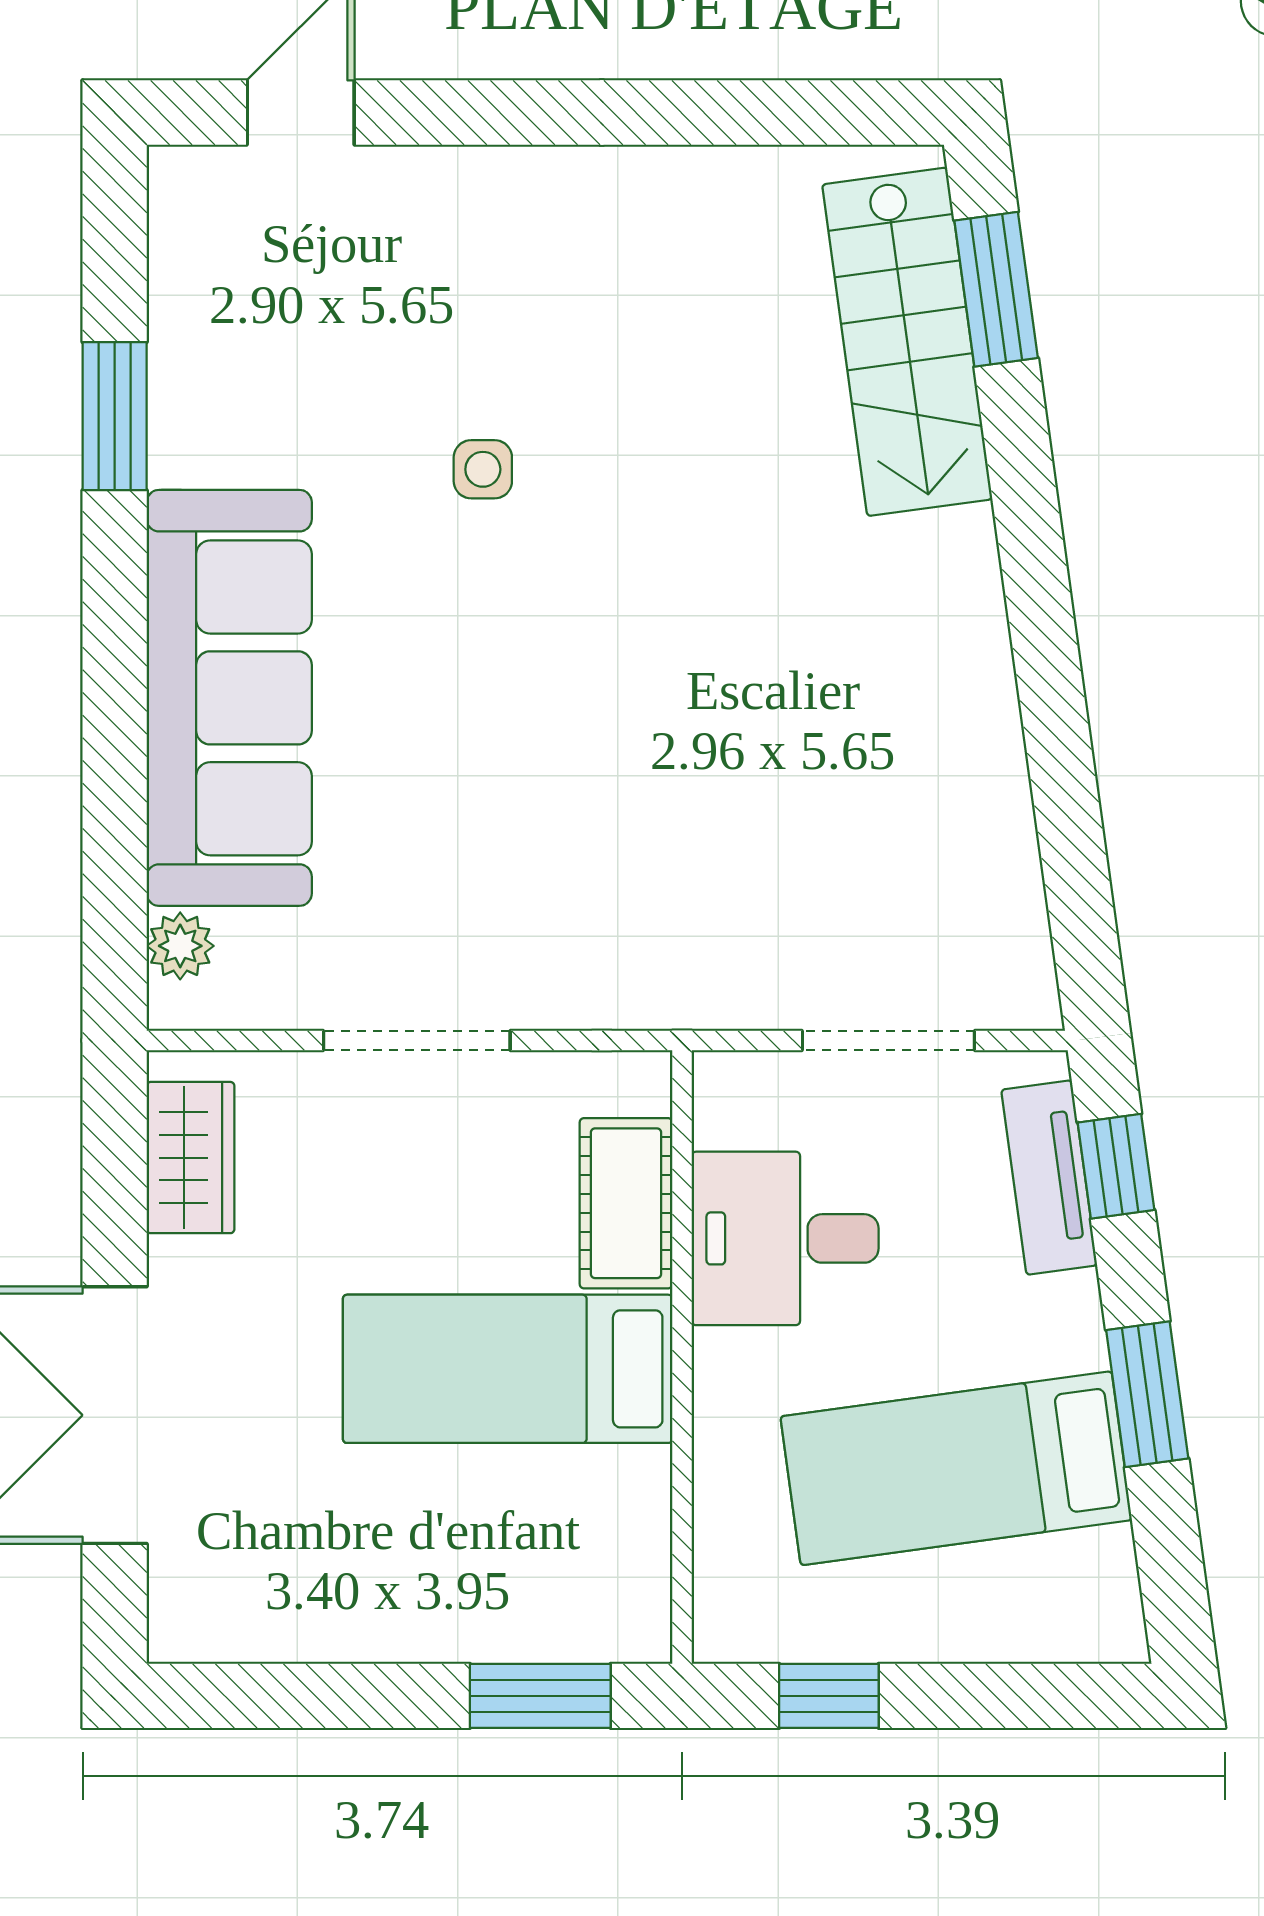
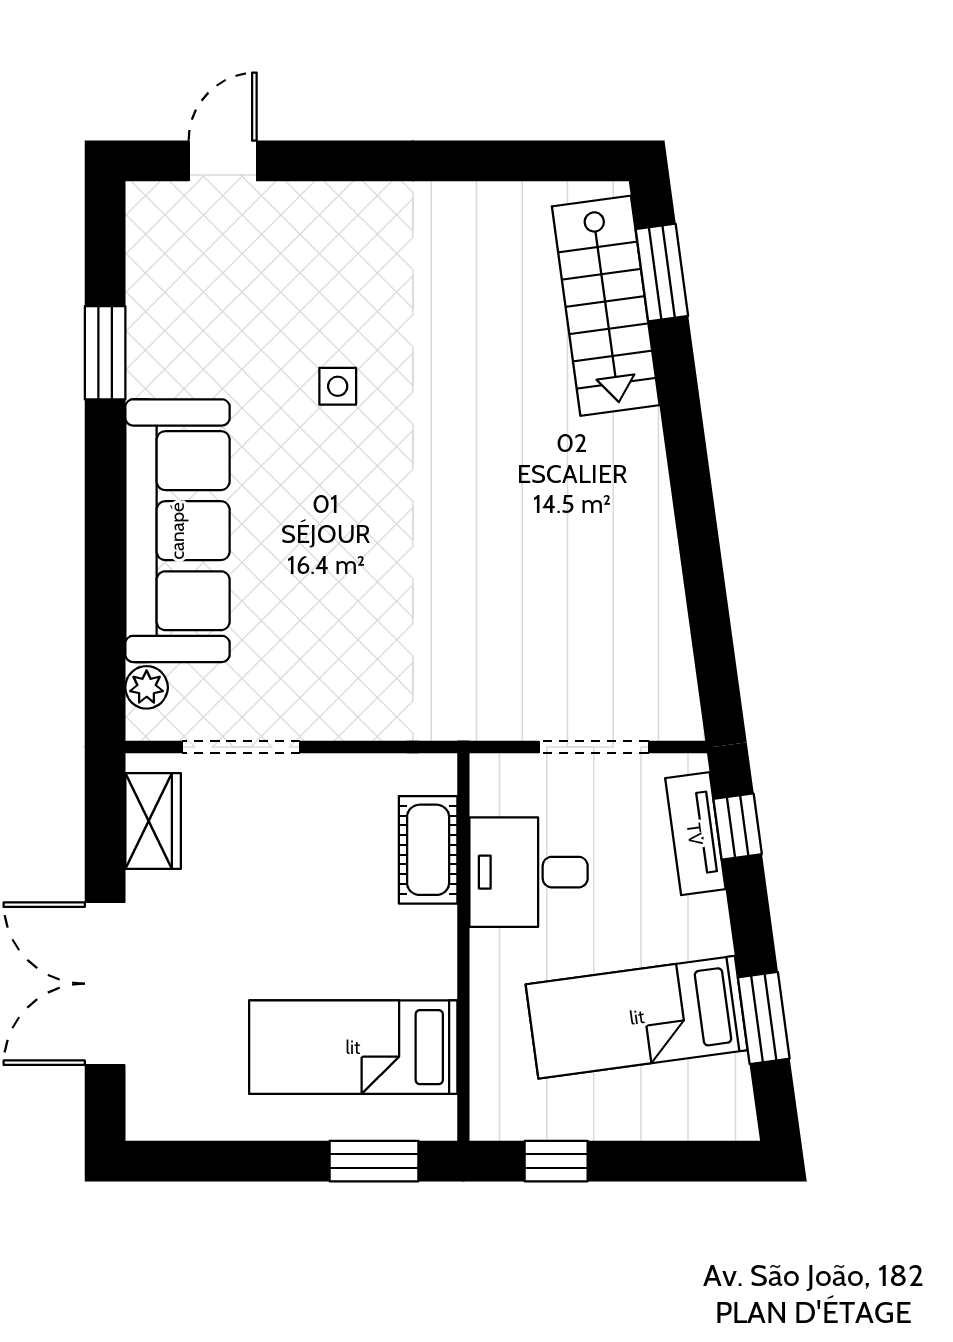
doorway: (417, 1040) -> (241, 747), moved
bed: (508, 1369) -> (353, 1047), moved
window: (1147, 1394) -> (764, 1018), moved

